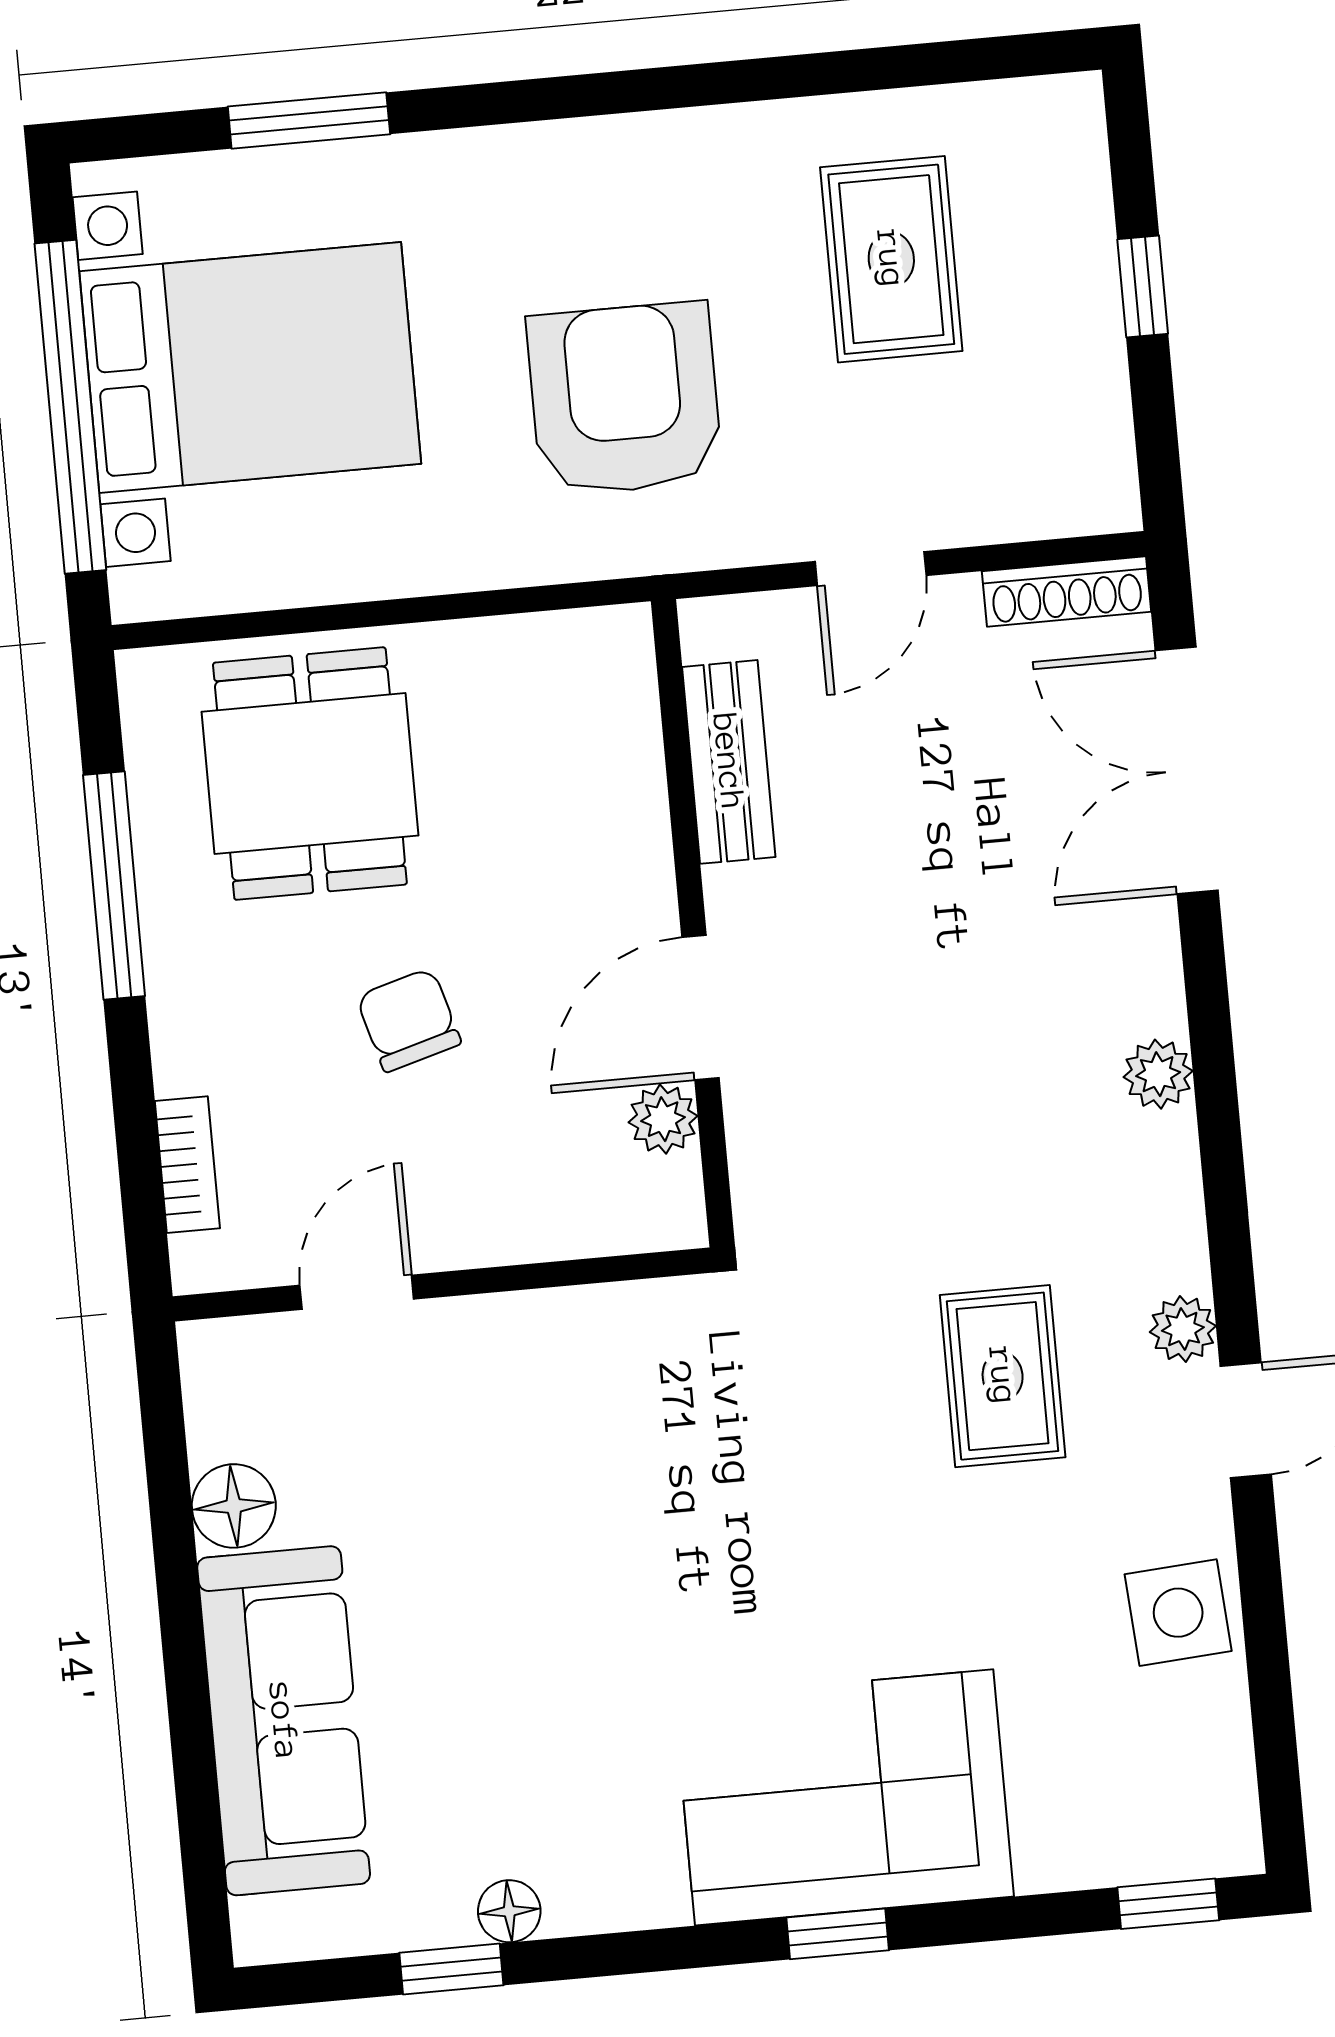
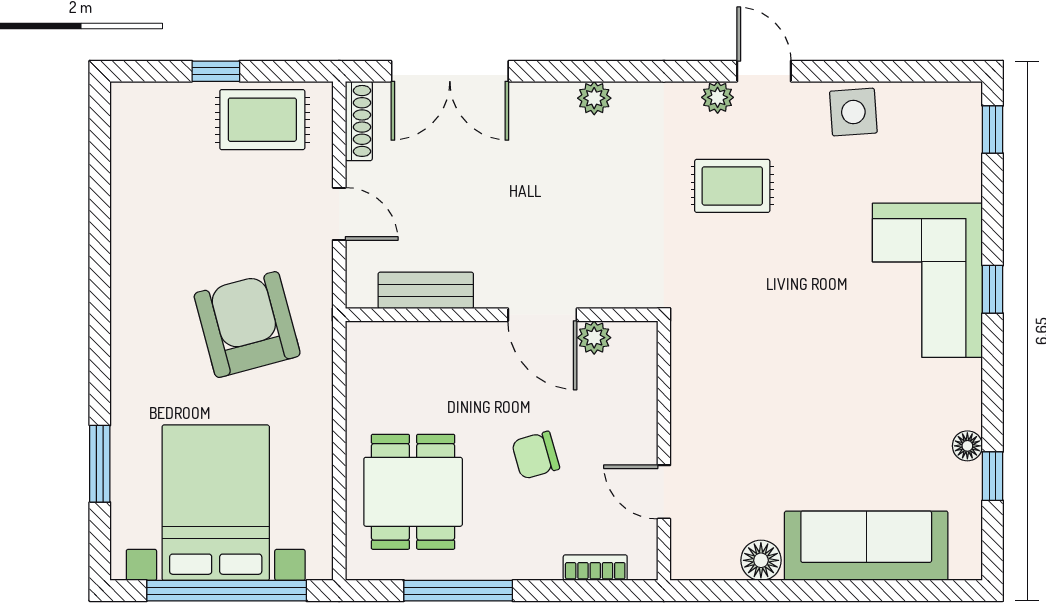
rug: (891, 259) -> (262, 120), moved
armchair: (625, 399) -> (247, 325), turned 75
dining table: (310, 774) -> (413, 492), turned 90

